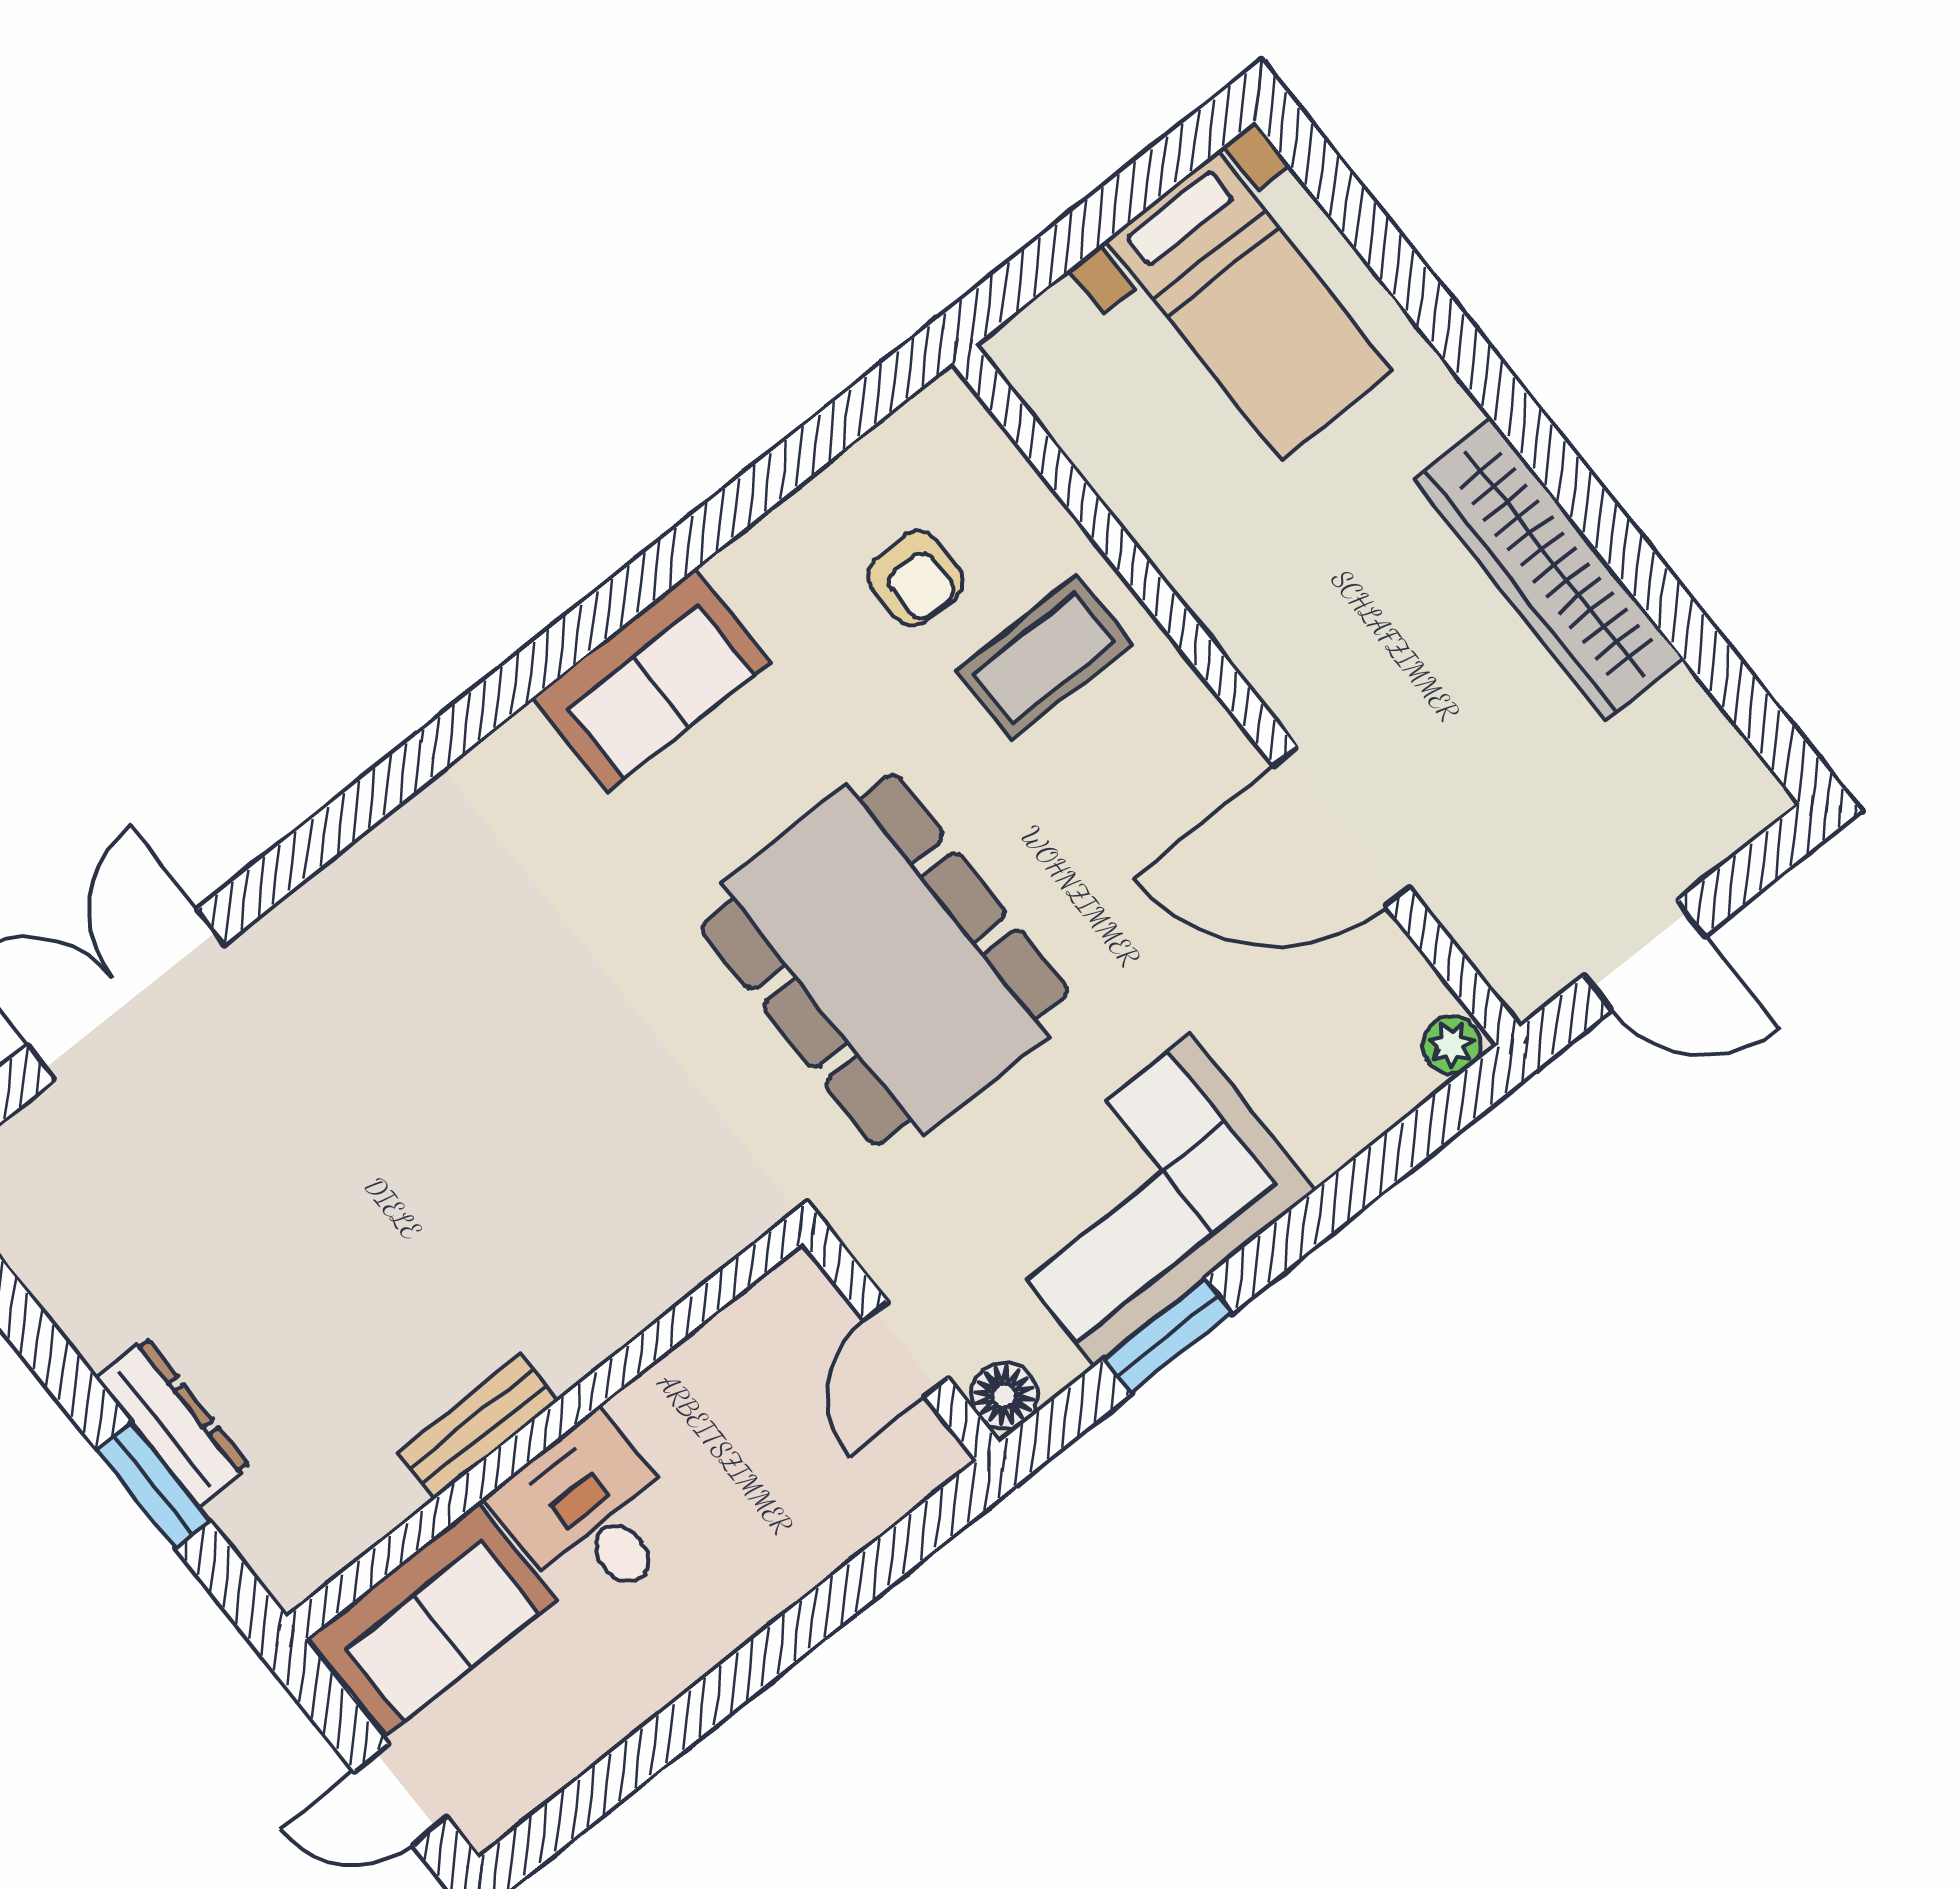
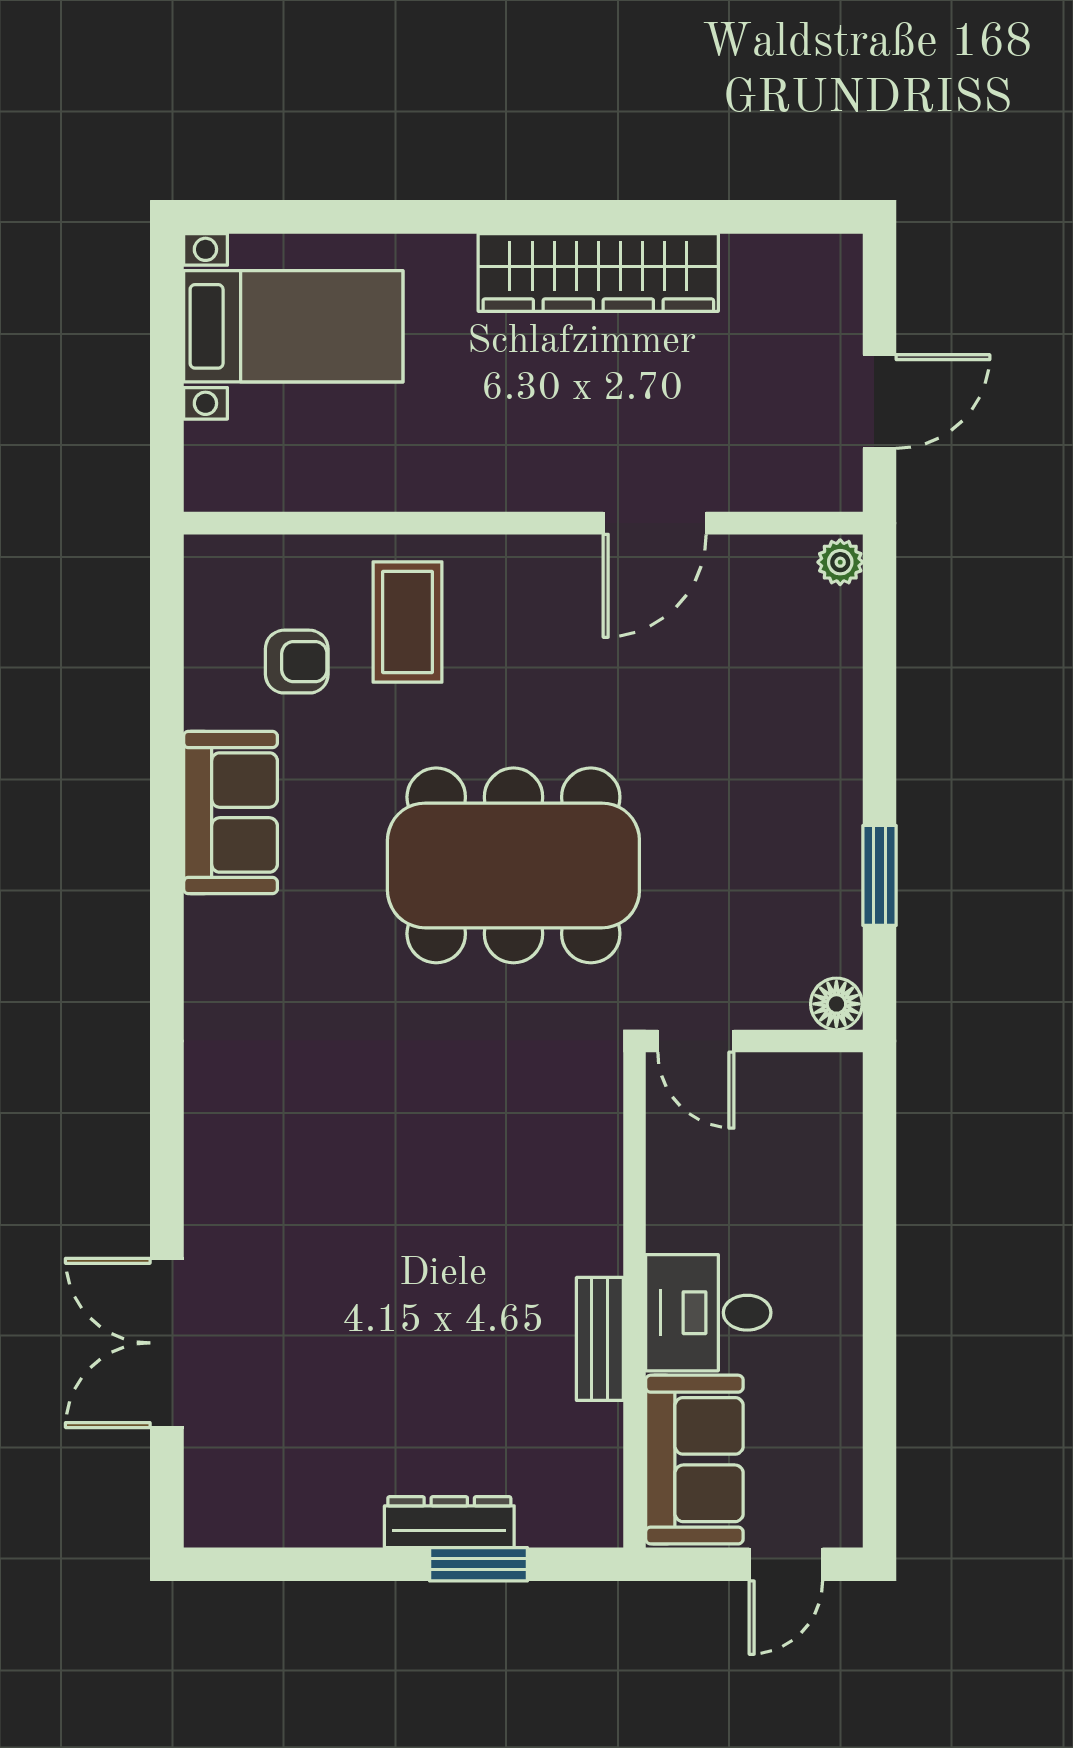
sofa: (651, 680) -> (230, 813), moved
door: (1342, 827) -> (655, 523), width x0.73
corner sofa: (1143, 1200) -> (785, 825), removed
door: (906, 1349) -> (696, 1041), moved

